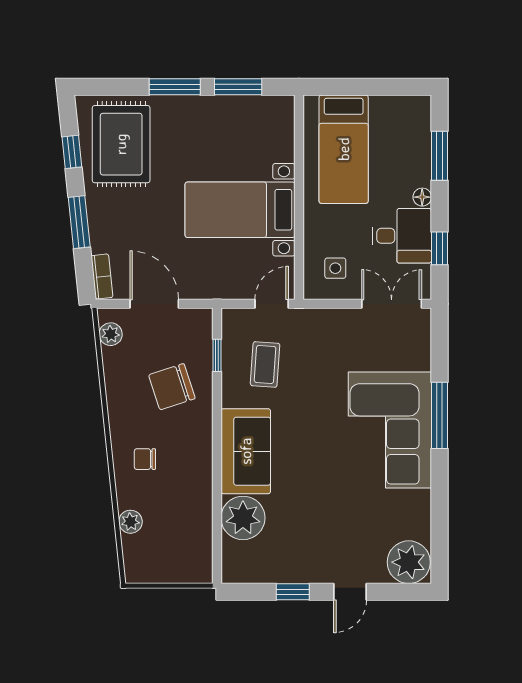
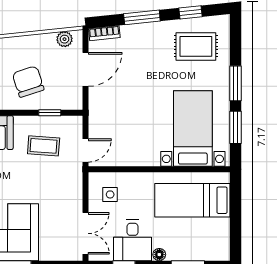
rug: (121, 144) -> (196, 46), width x0.73, depth x0.70
bed with nightstands: (240, 210) -> (193, 129), moved
door: (272, 304) -> (85, 150), hinge flipped

